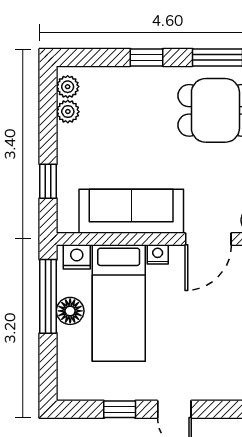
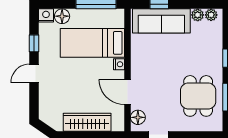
sofa: (131, 211) -> (161, 21), moved, turned 90
nightstand: (77, 257) -> (46, 15), moved, turned -90
floor lamp: (70, 311) -> (62, 16), moved

